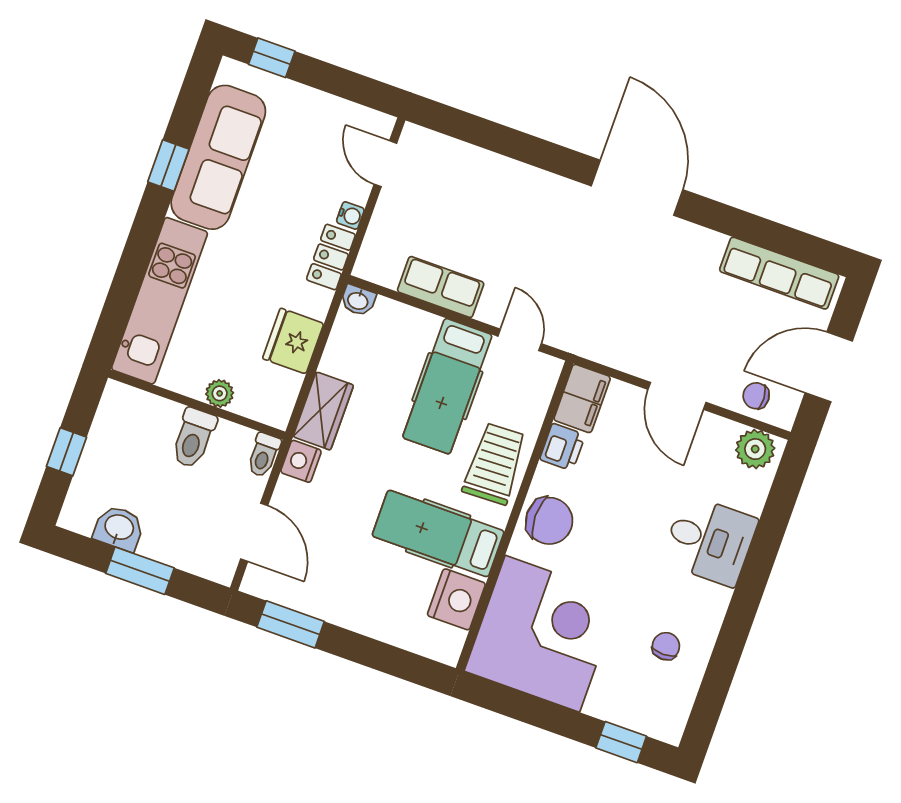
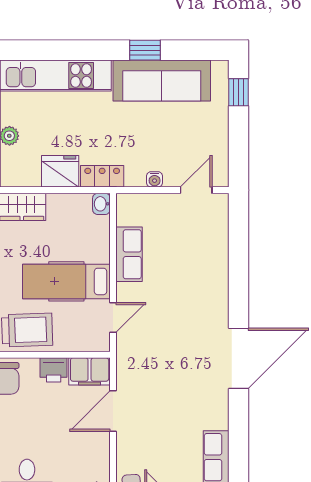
locker: (331, 257) -> (102, 176), moved
door: (677, 396) -> (113, 411), moved

